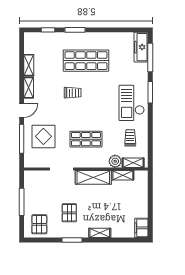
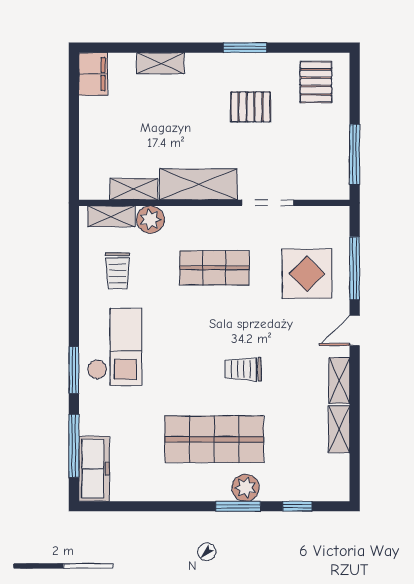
plant: (72, 38) -> (246, 488), added
window: (22, 202) -> (355, 154), moved
pallet: (69, 213) -> (251, 107), turned 90
shelving: (100, 233) -> (160, 63), moved

